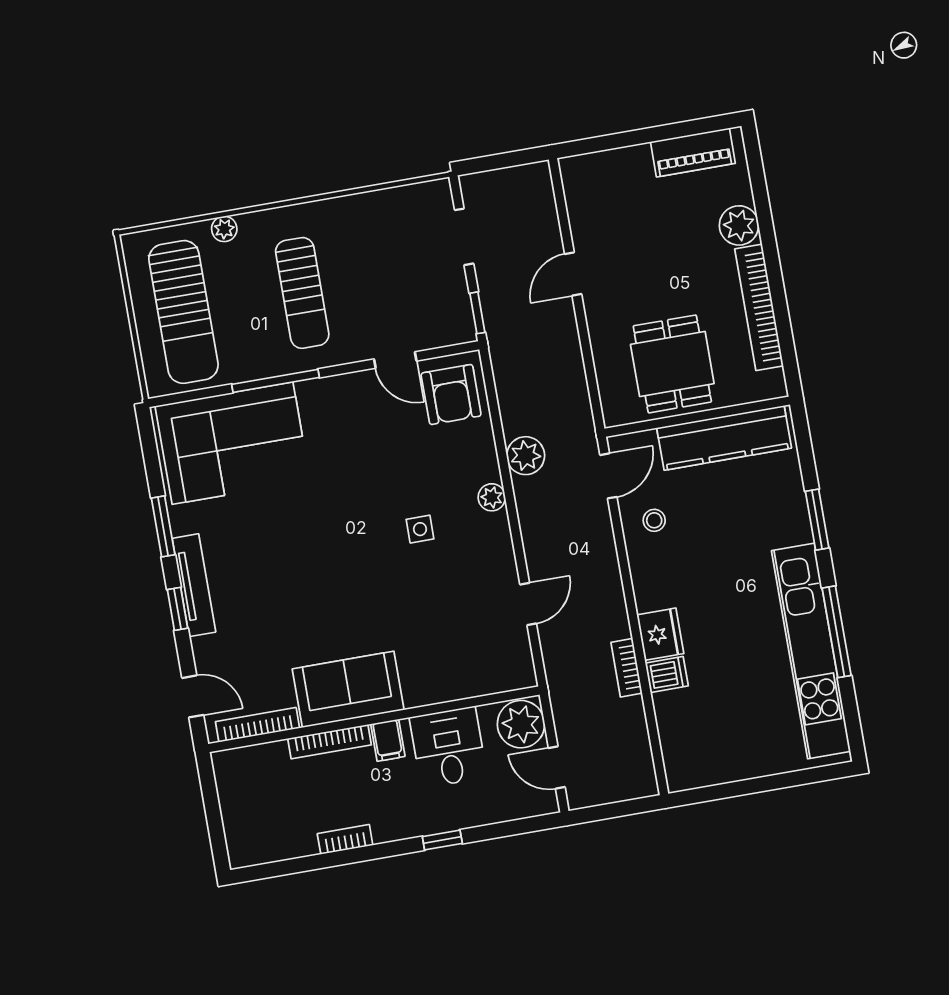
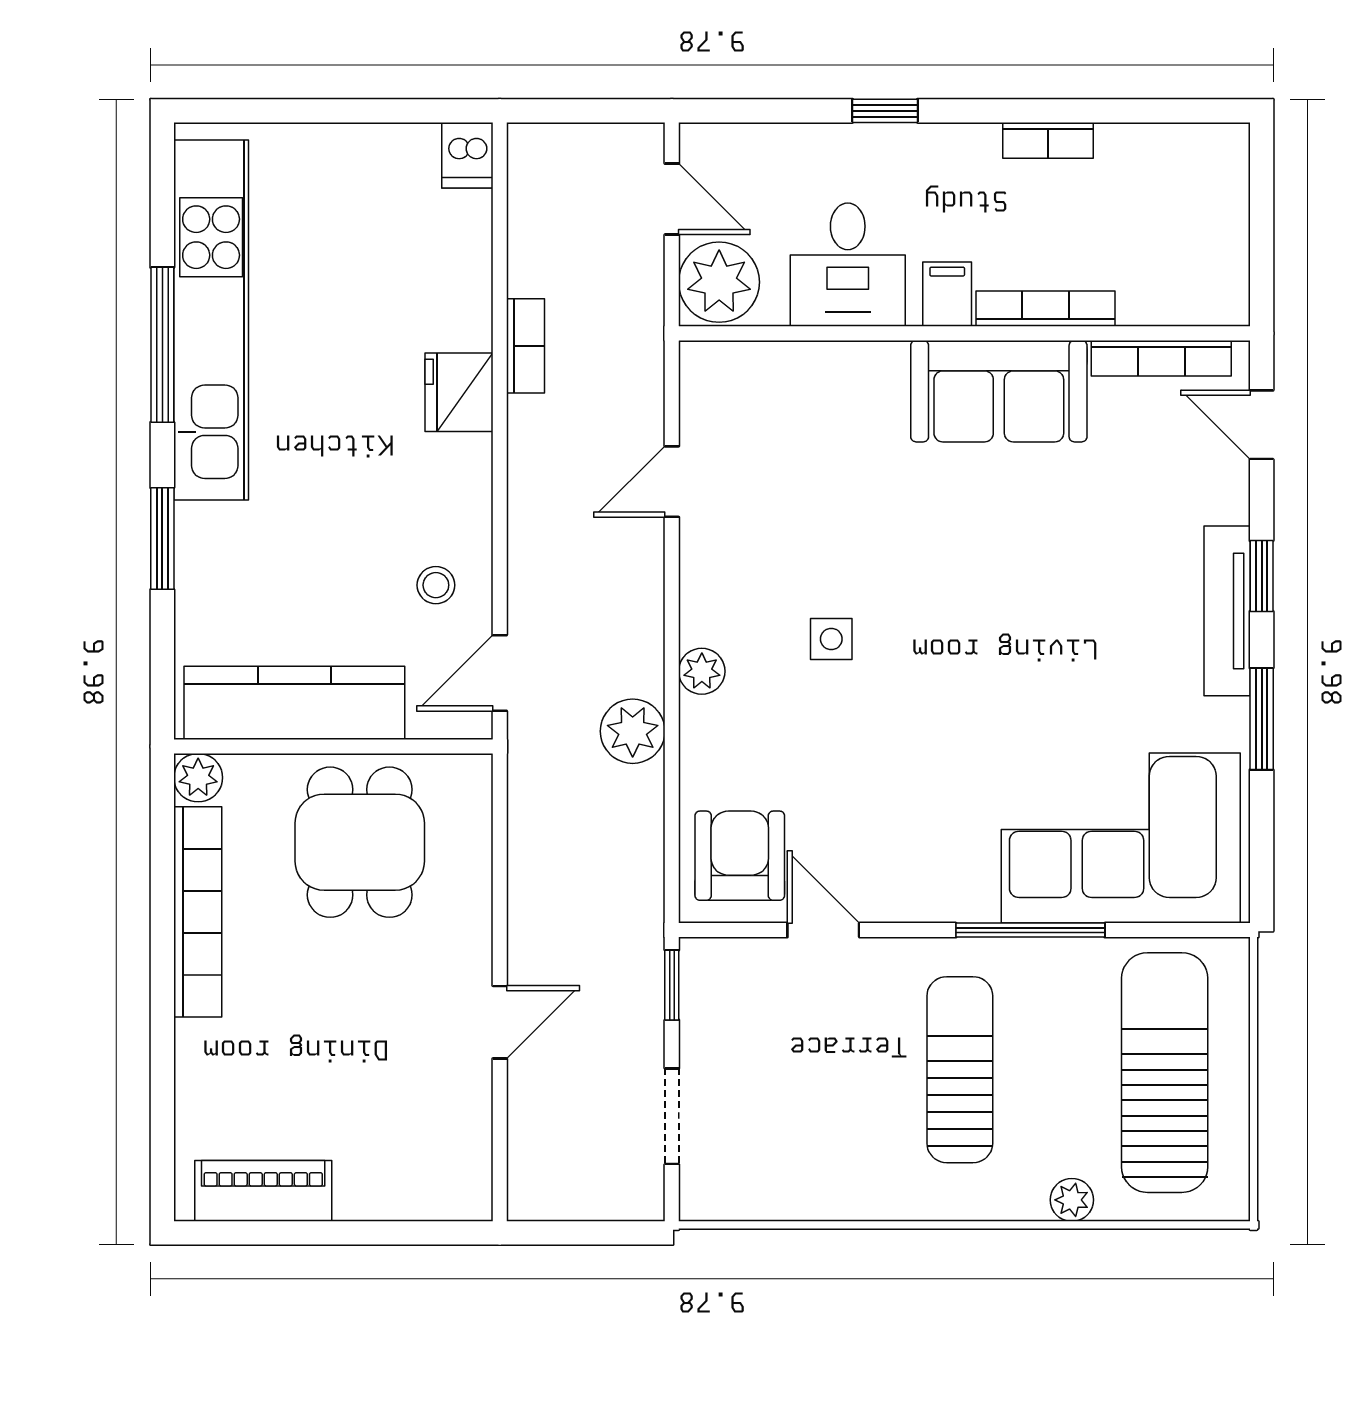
plant: (739, 225) -> (198, 778), moved, width x0.73, depth x0.73
dishwasher: (667, 674) -> (467, 155), moved, turned -90

